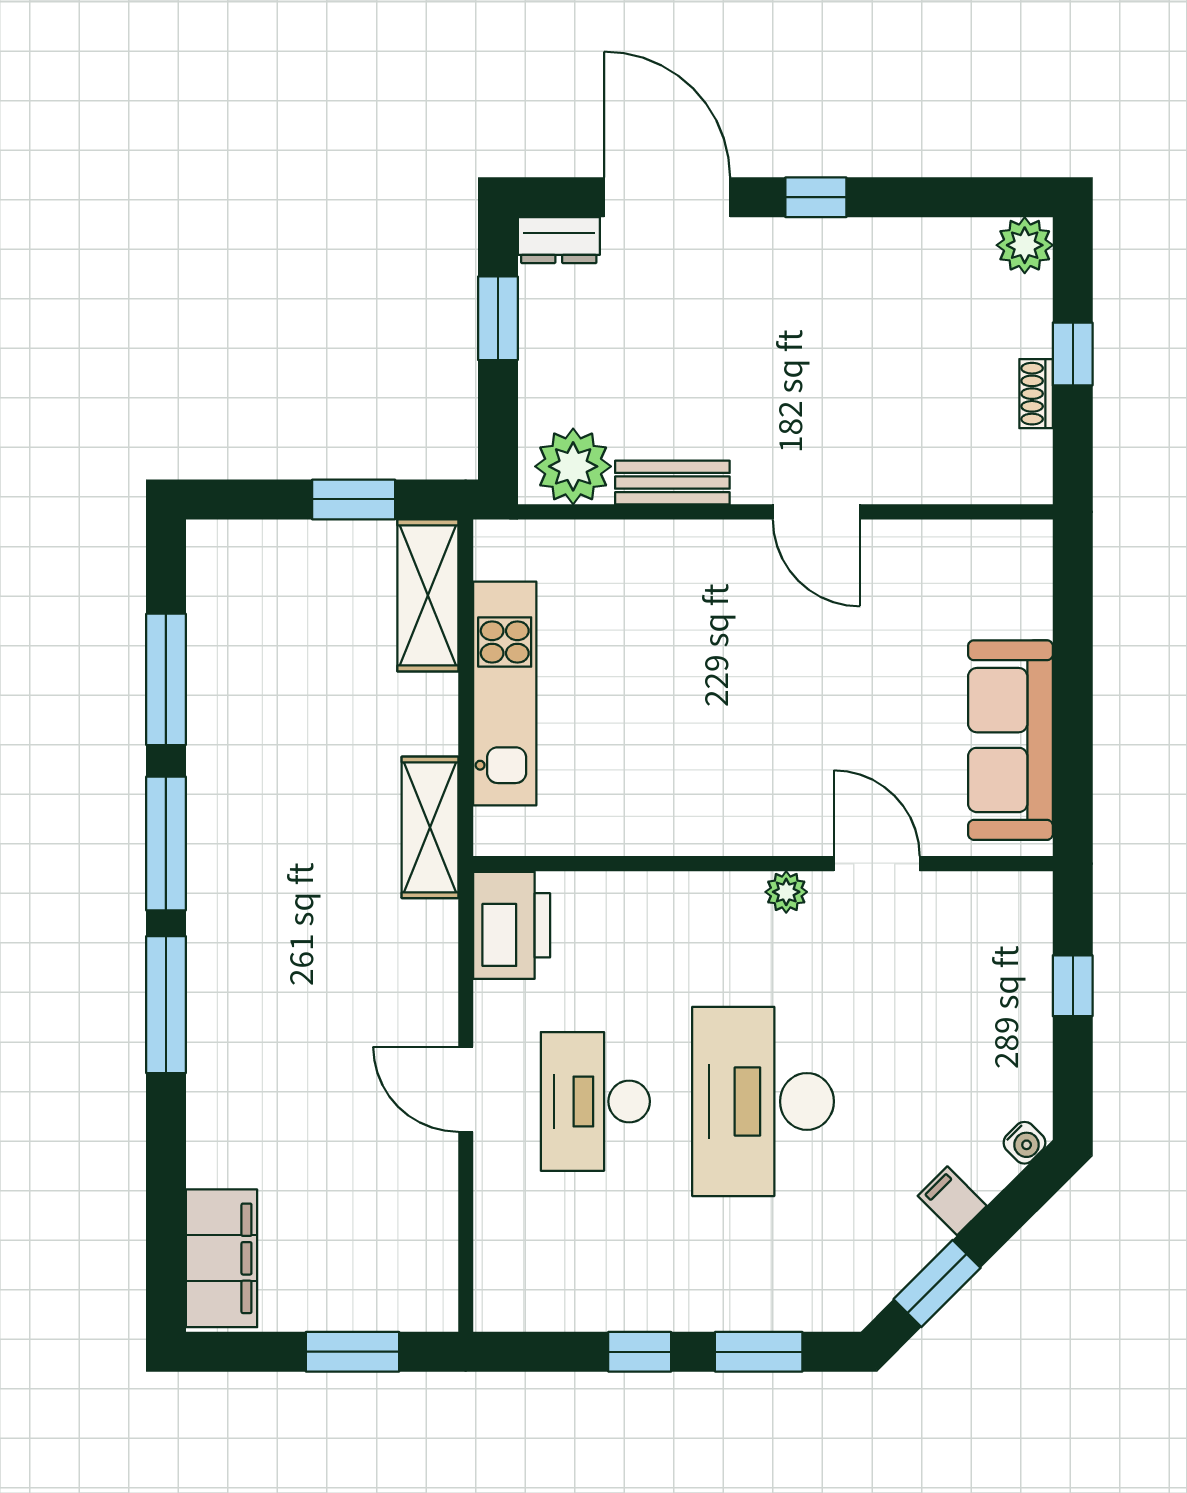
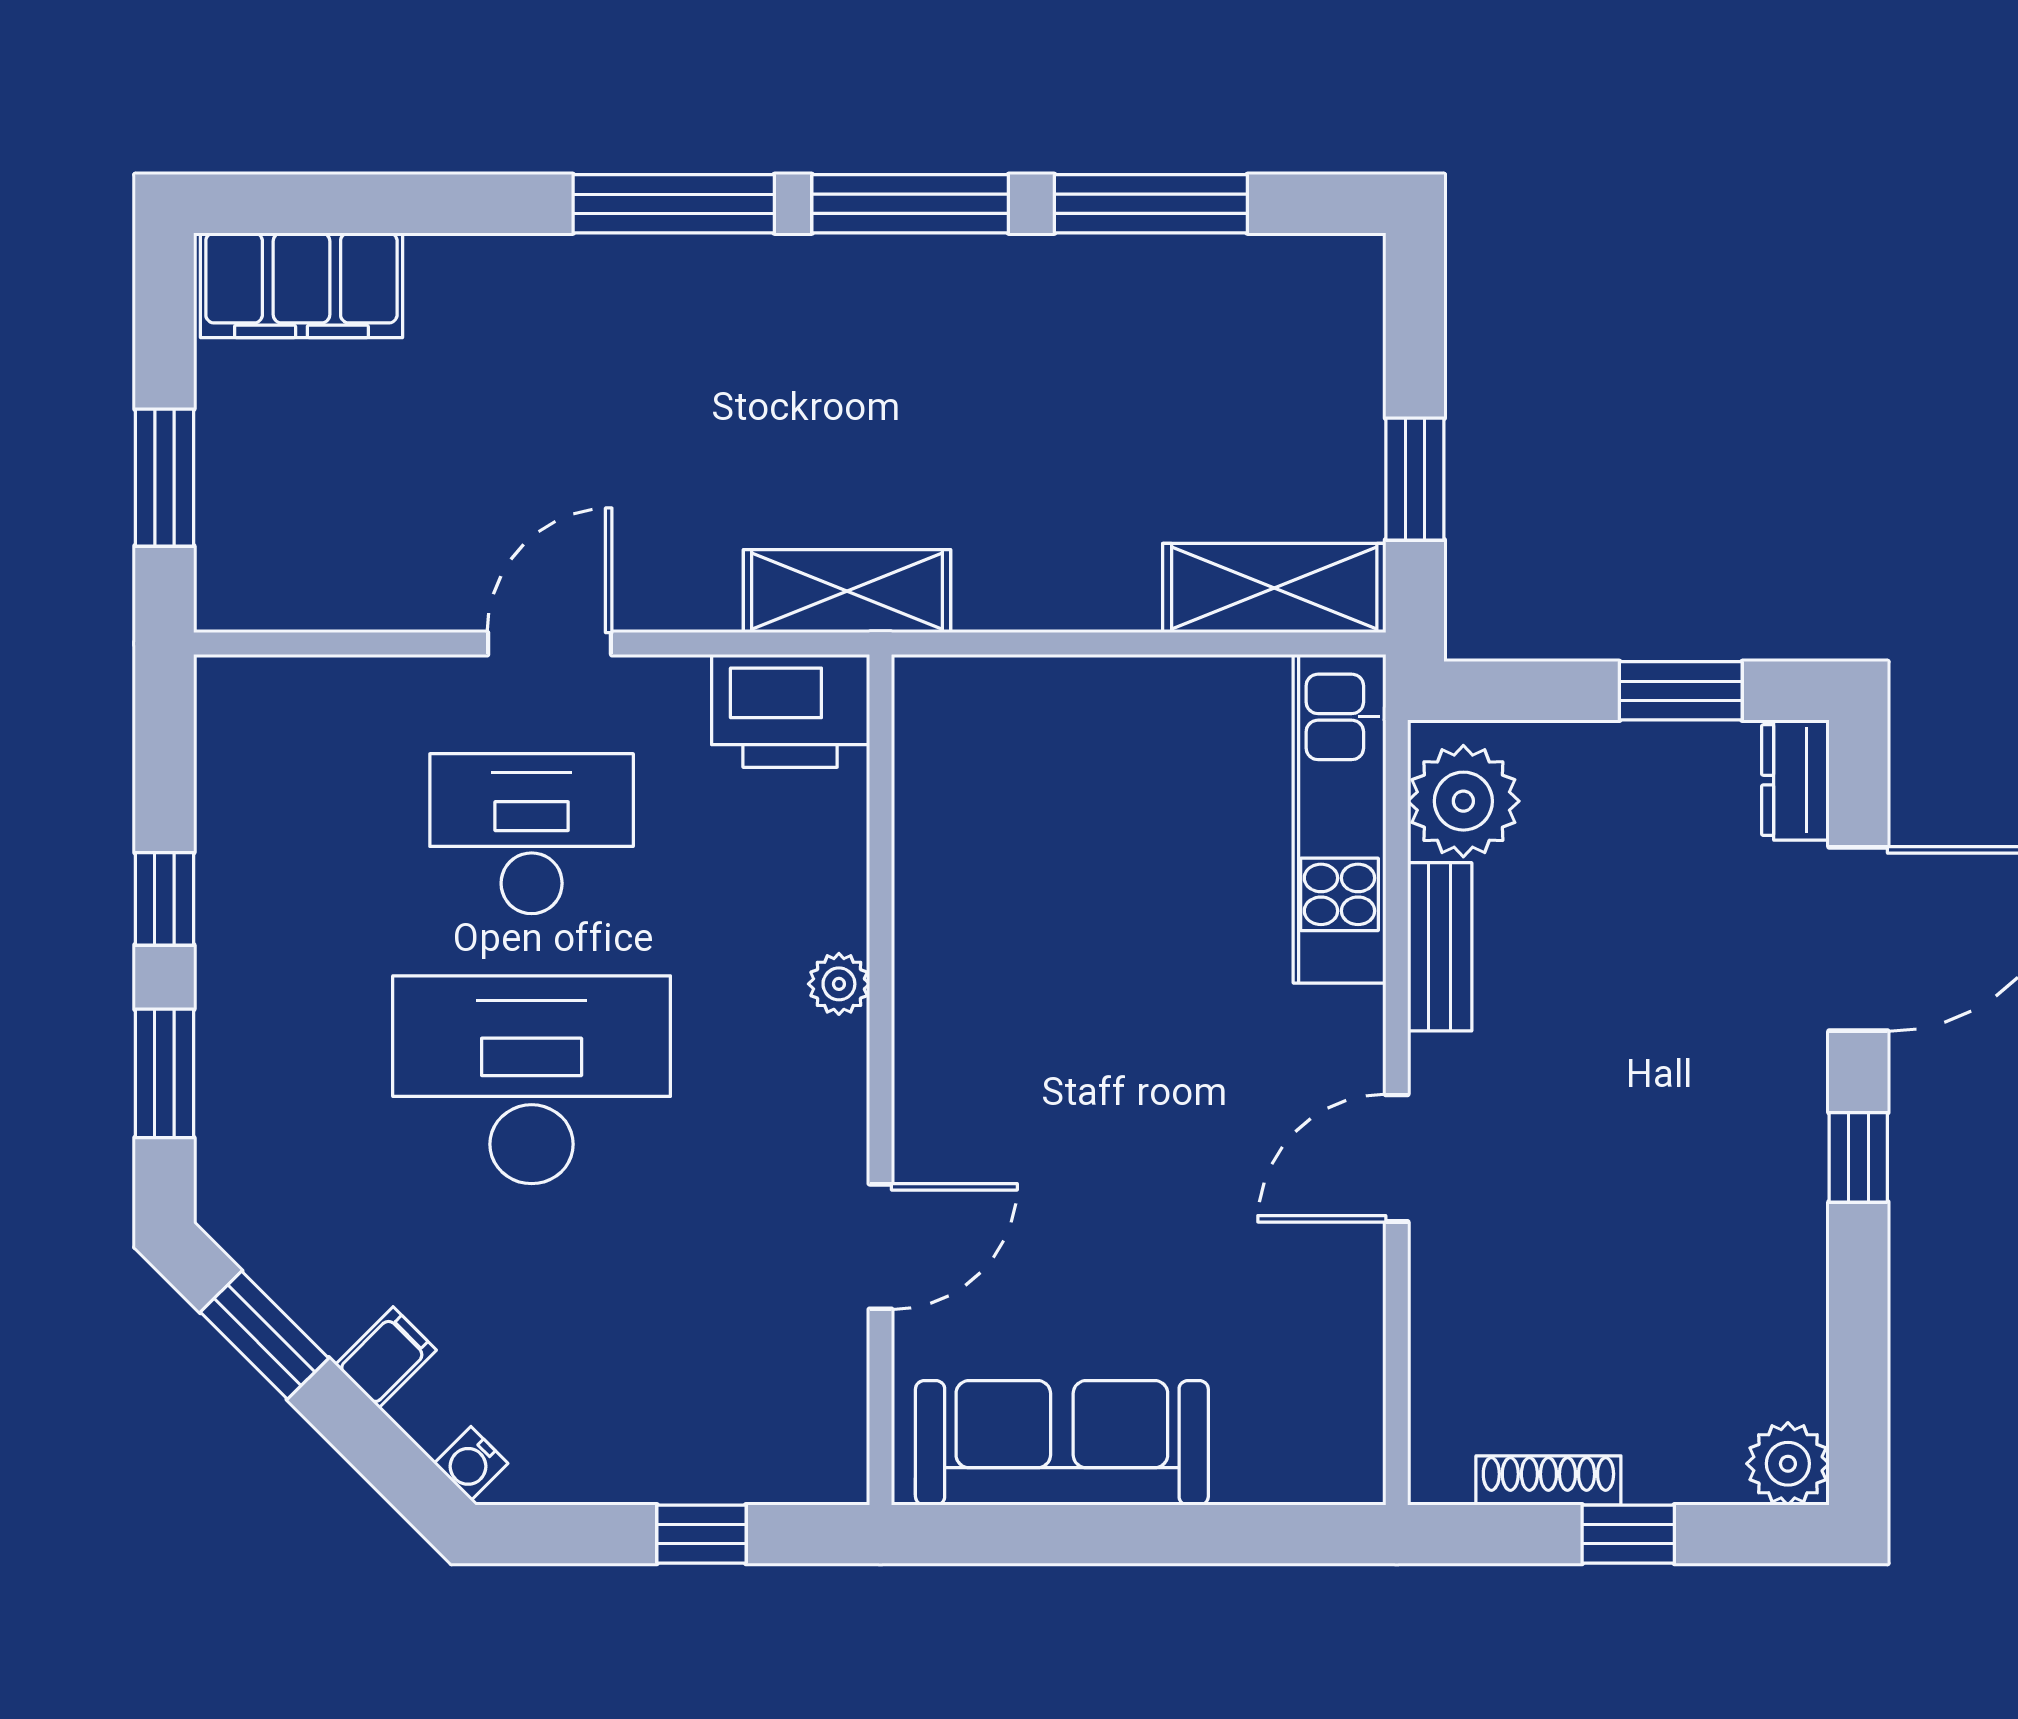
shoe rack: (1036, 394) -> (1548, 1480), width x1.43
kitchen unit: (505, 694) -> (1339, 819), moved, turned 90
shelving: (430, 827) -> (847, 591), moved
plant: (786, 892) -> (839, 984), moved

